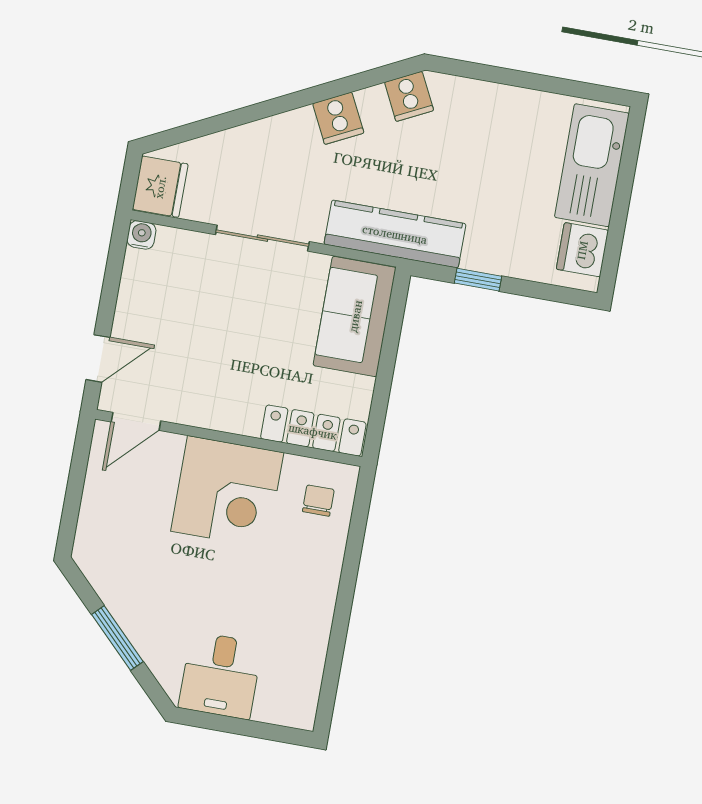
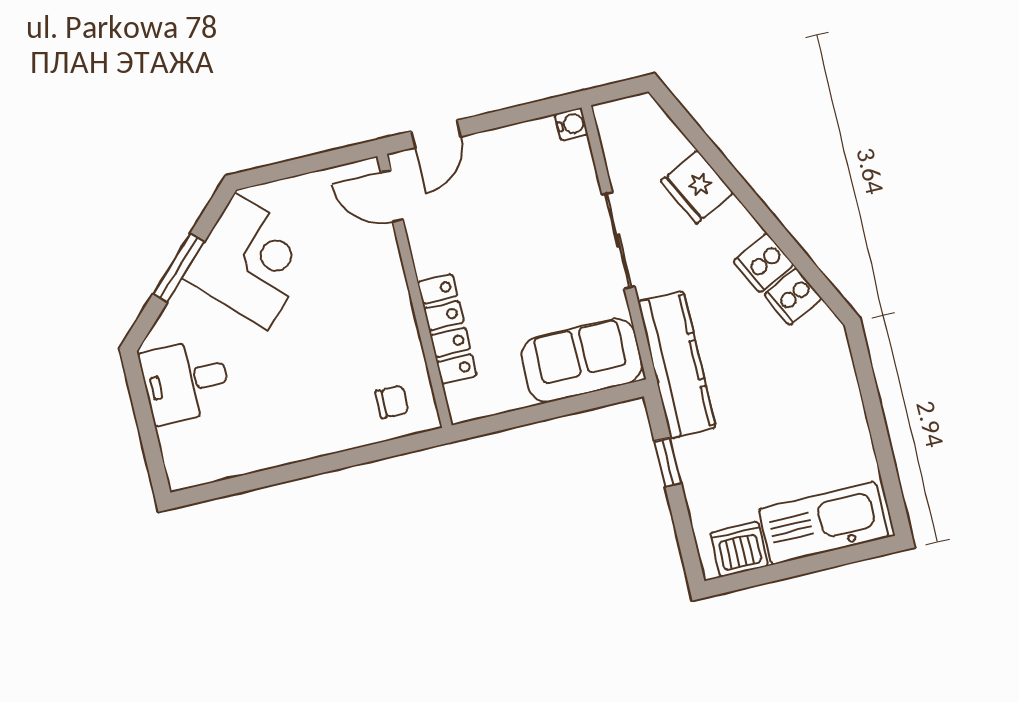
cooker: (409, 96) -> (793, 297), moved
fridge: (160, 187) -> (697, 187), moved, turned 63
door: (98, 358) -> (436, 134), hinge flipped
locker: (313, 431) -> (447, 329), moved
corner desk: (227, 492) -> (251, 262), moved, turned -135

